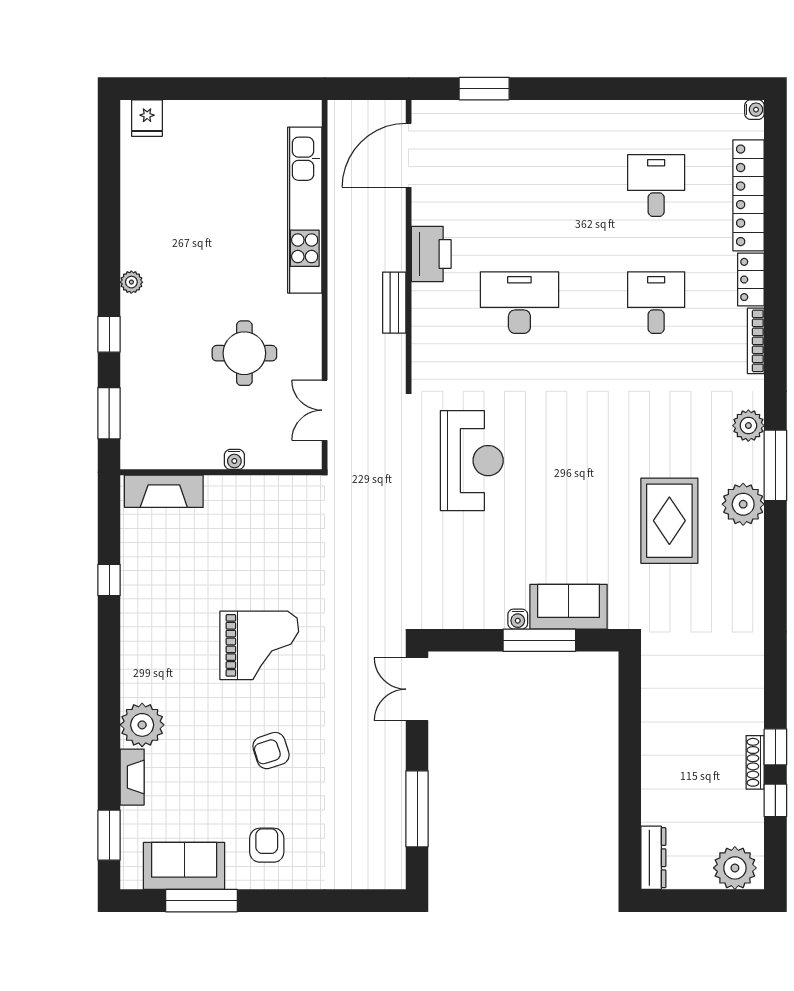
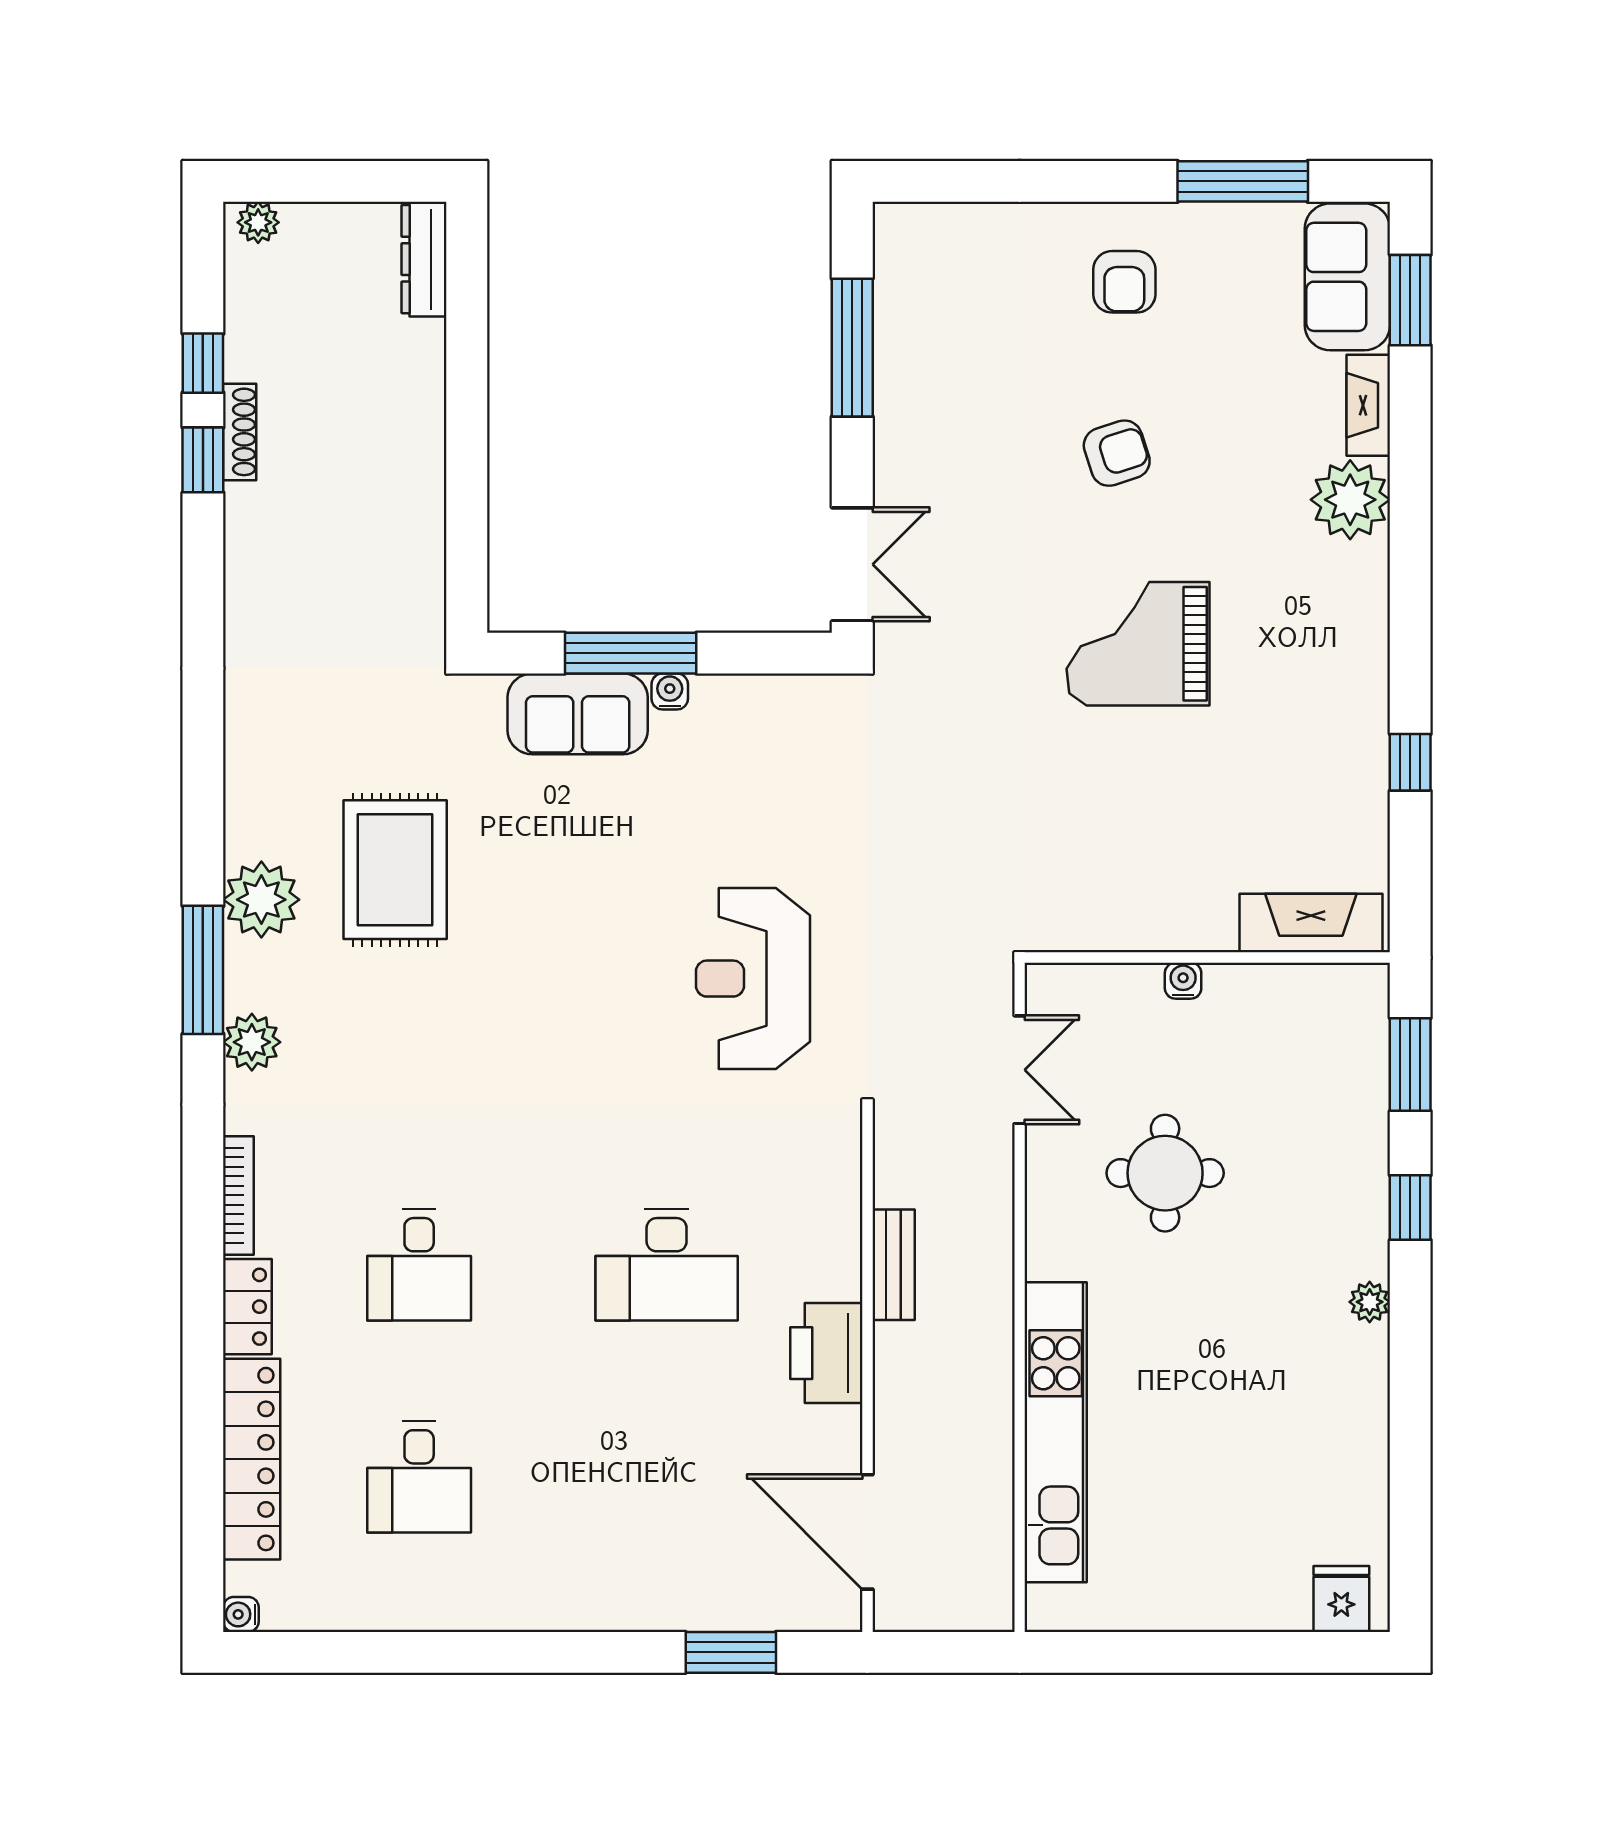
door: (409, 155) -> (867, 1532), swing flipped
sofa: (184, 866) -> (1347, 277), moved, turned 90
plant: (735, 868) -> (258, 222), width x0.53, depth x0.53

